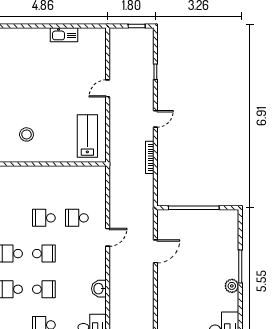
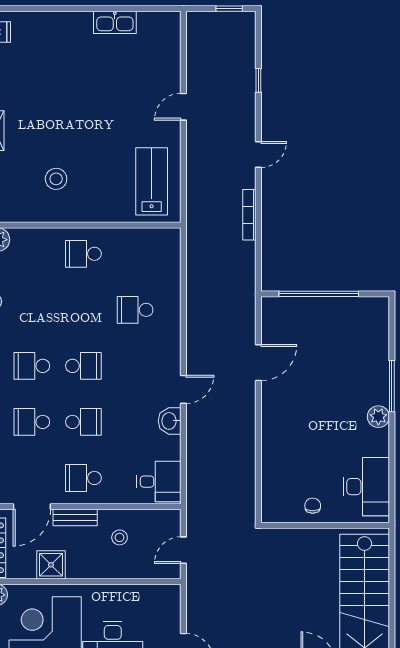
school desk: (44, 218) -> (83, 254), moved
door: (108, 237) -> (183, 389), moved

